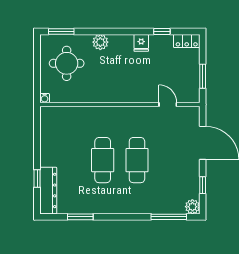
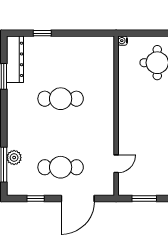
cafe table: (137, 160) -> (61, 167), moved
dresser: (48, 190) -> (15, 59), moved, turned -90
plant: (192, 207) -> (14, 158), moved

